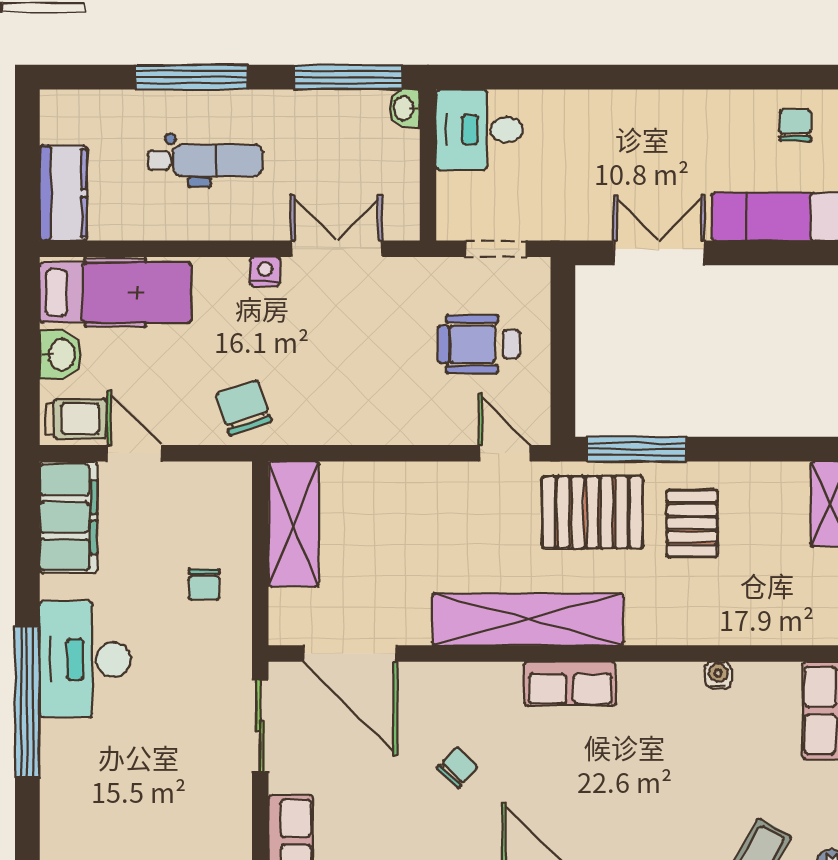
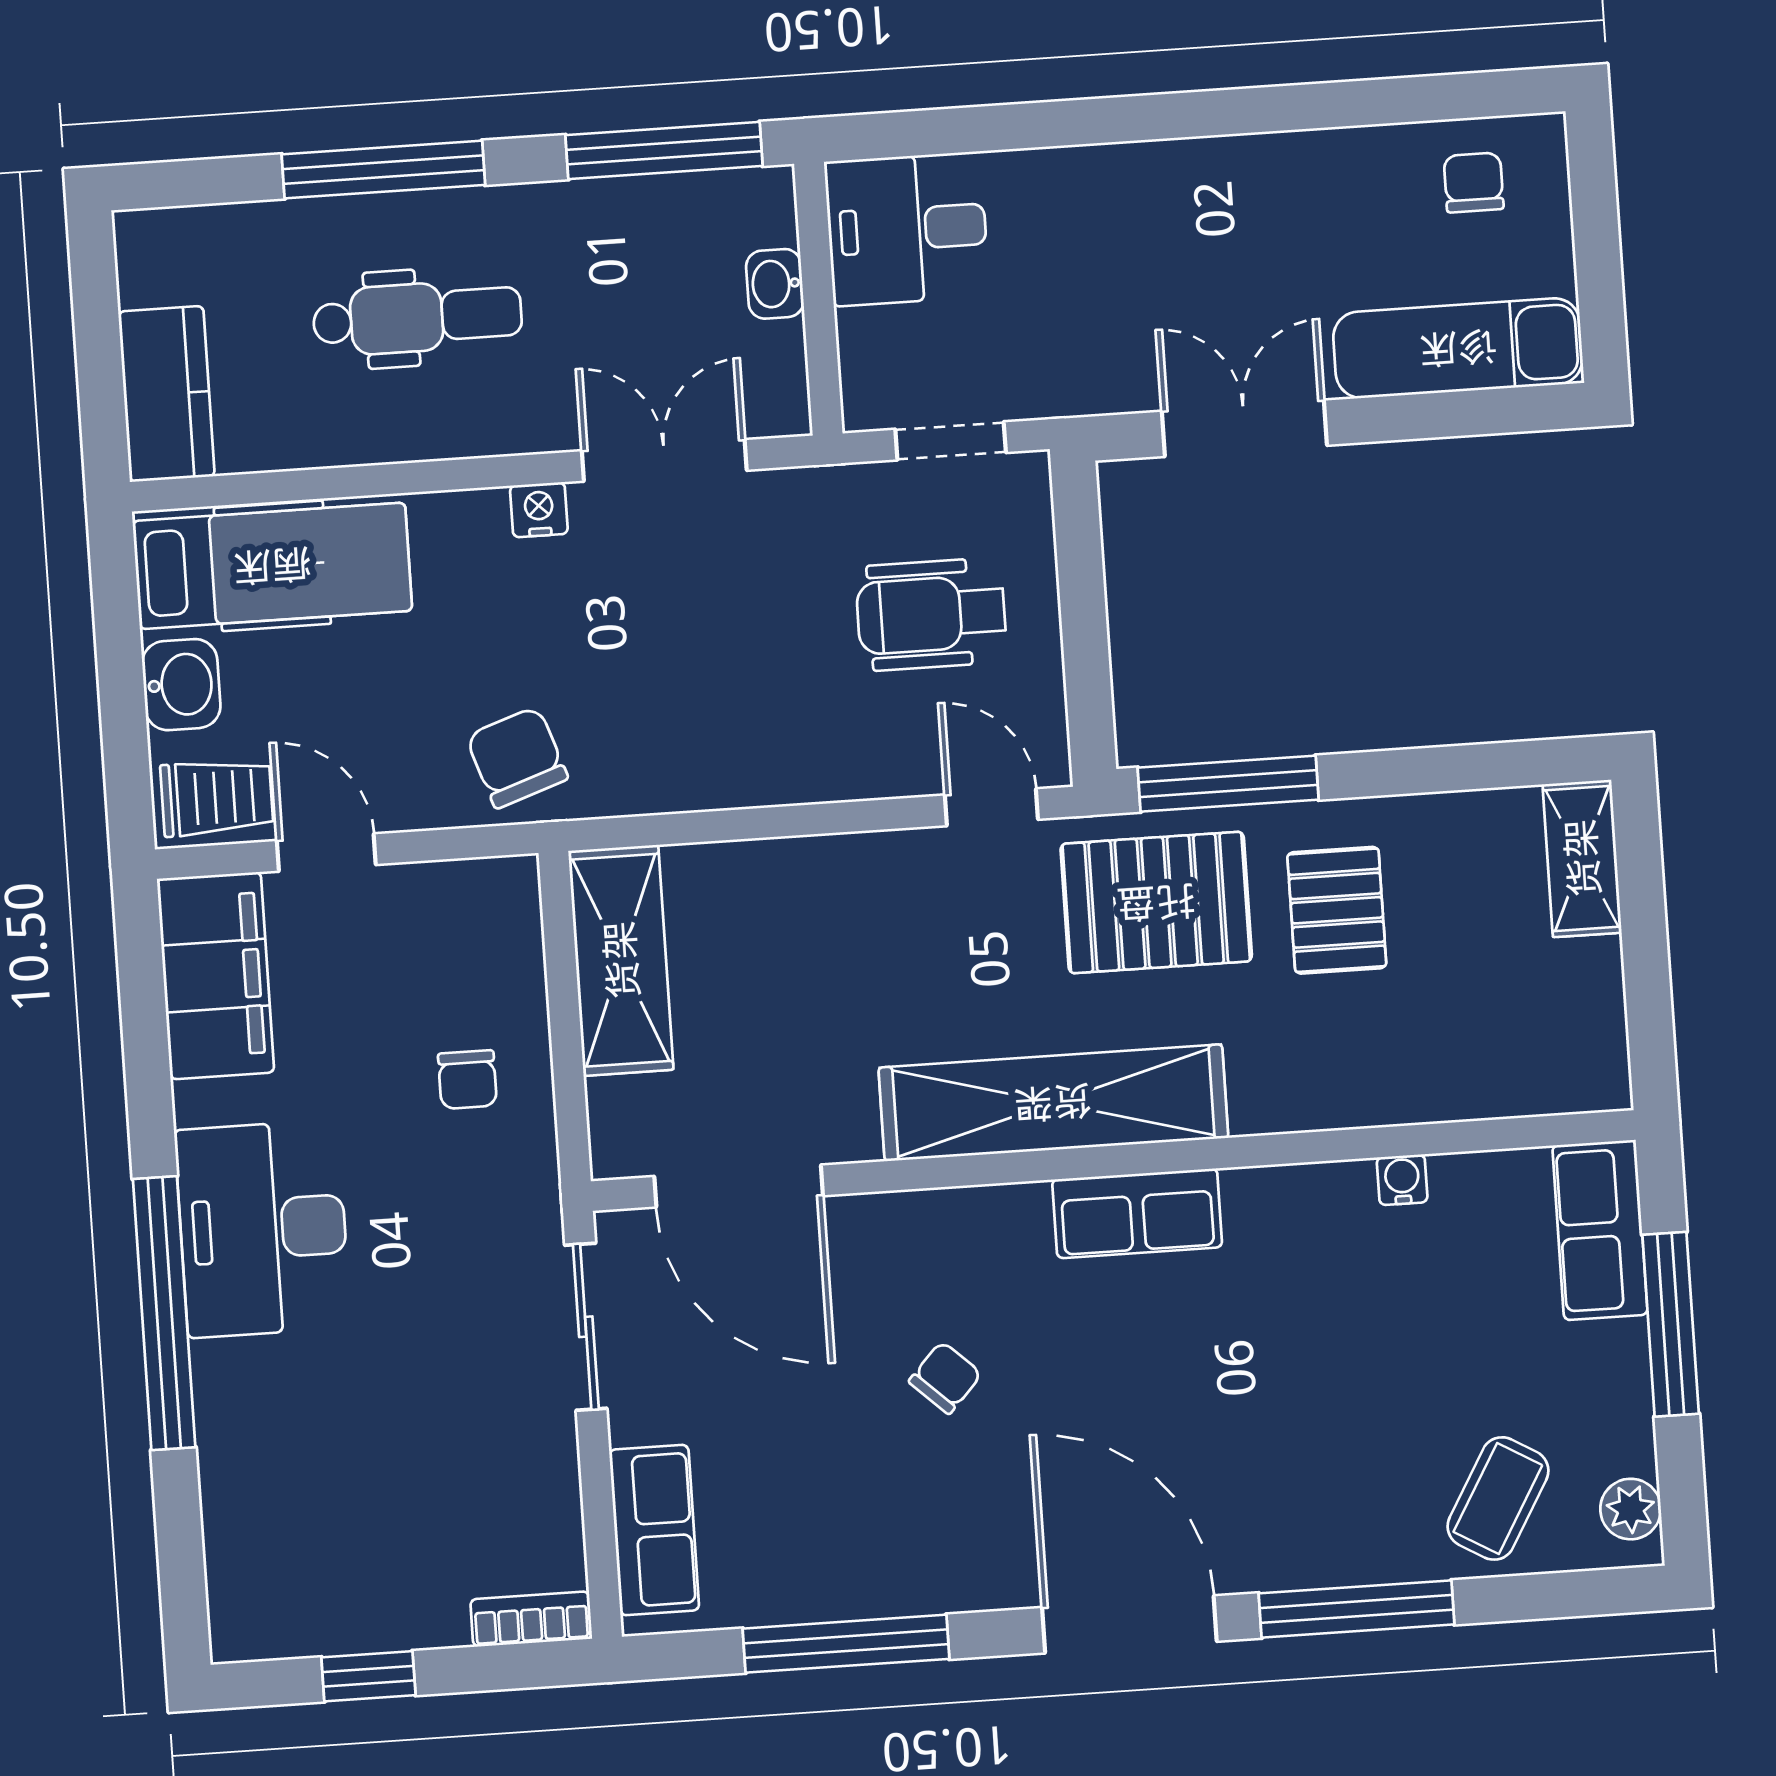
washbasin: (404, 108) -> (775, 284), moved

